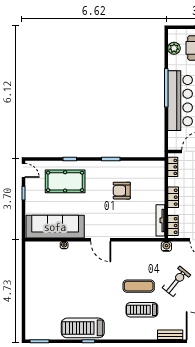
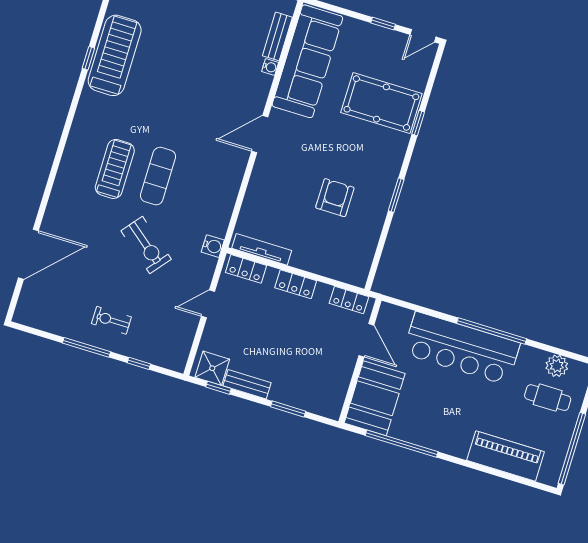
pool table: (65, 181) -> (381, 103), turned 90
bench: (170, 335) -> (277, 36), moved

